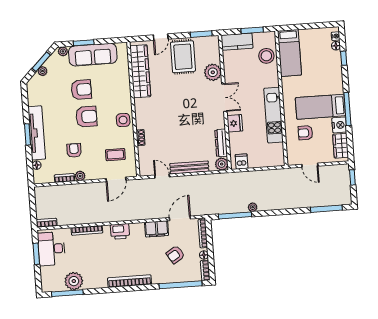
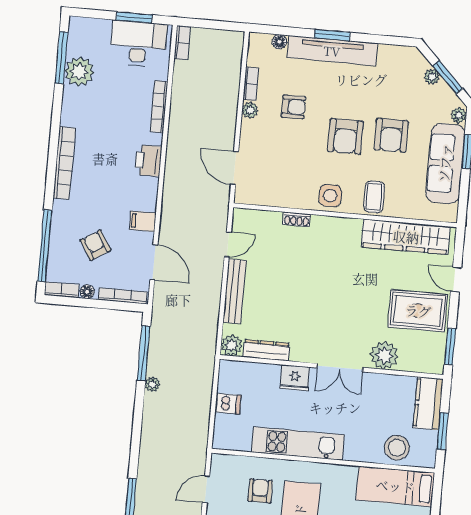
coffee table: (115, 155) -> (374, 197), moved
dishwasher: (242, 162) -> (228, 404), moved
filing cabinet: (157, 229) -> (143, 221), width x0.50

